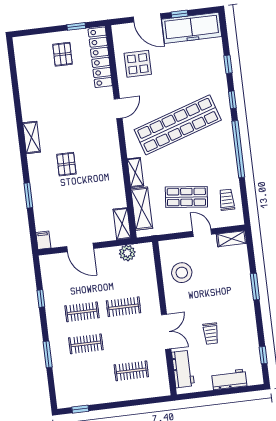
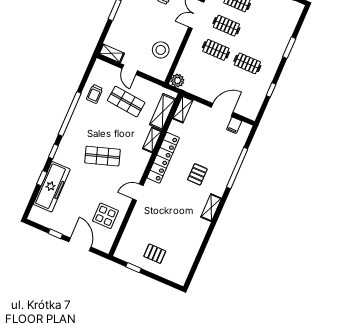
freezer: (192, 28) -> (52, 187), moved, turned 90
pallet: (62, 54) -> (155, 254), turned 90
locker: (100, 57) -> (163, 158), moved
shop shelf: (178, 125) -> (102, 156), width x0.50, depth x0.74
window: (28, 195) -> (237, 168), width x2.11
trolley: (227, 200) -> (95, 94), moved
filing cabinet: (43, 240) -> (234, 125), moved
door: (80, 247) -> (222, 110), hinge flipped
plant: (127, 253) -> (178, 81), moved
clothes rail: (86, 344) -> (226, 26), moved

